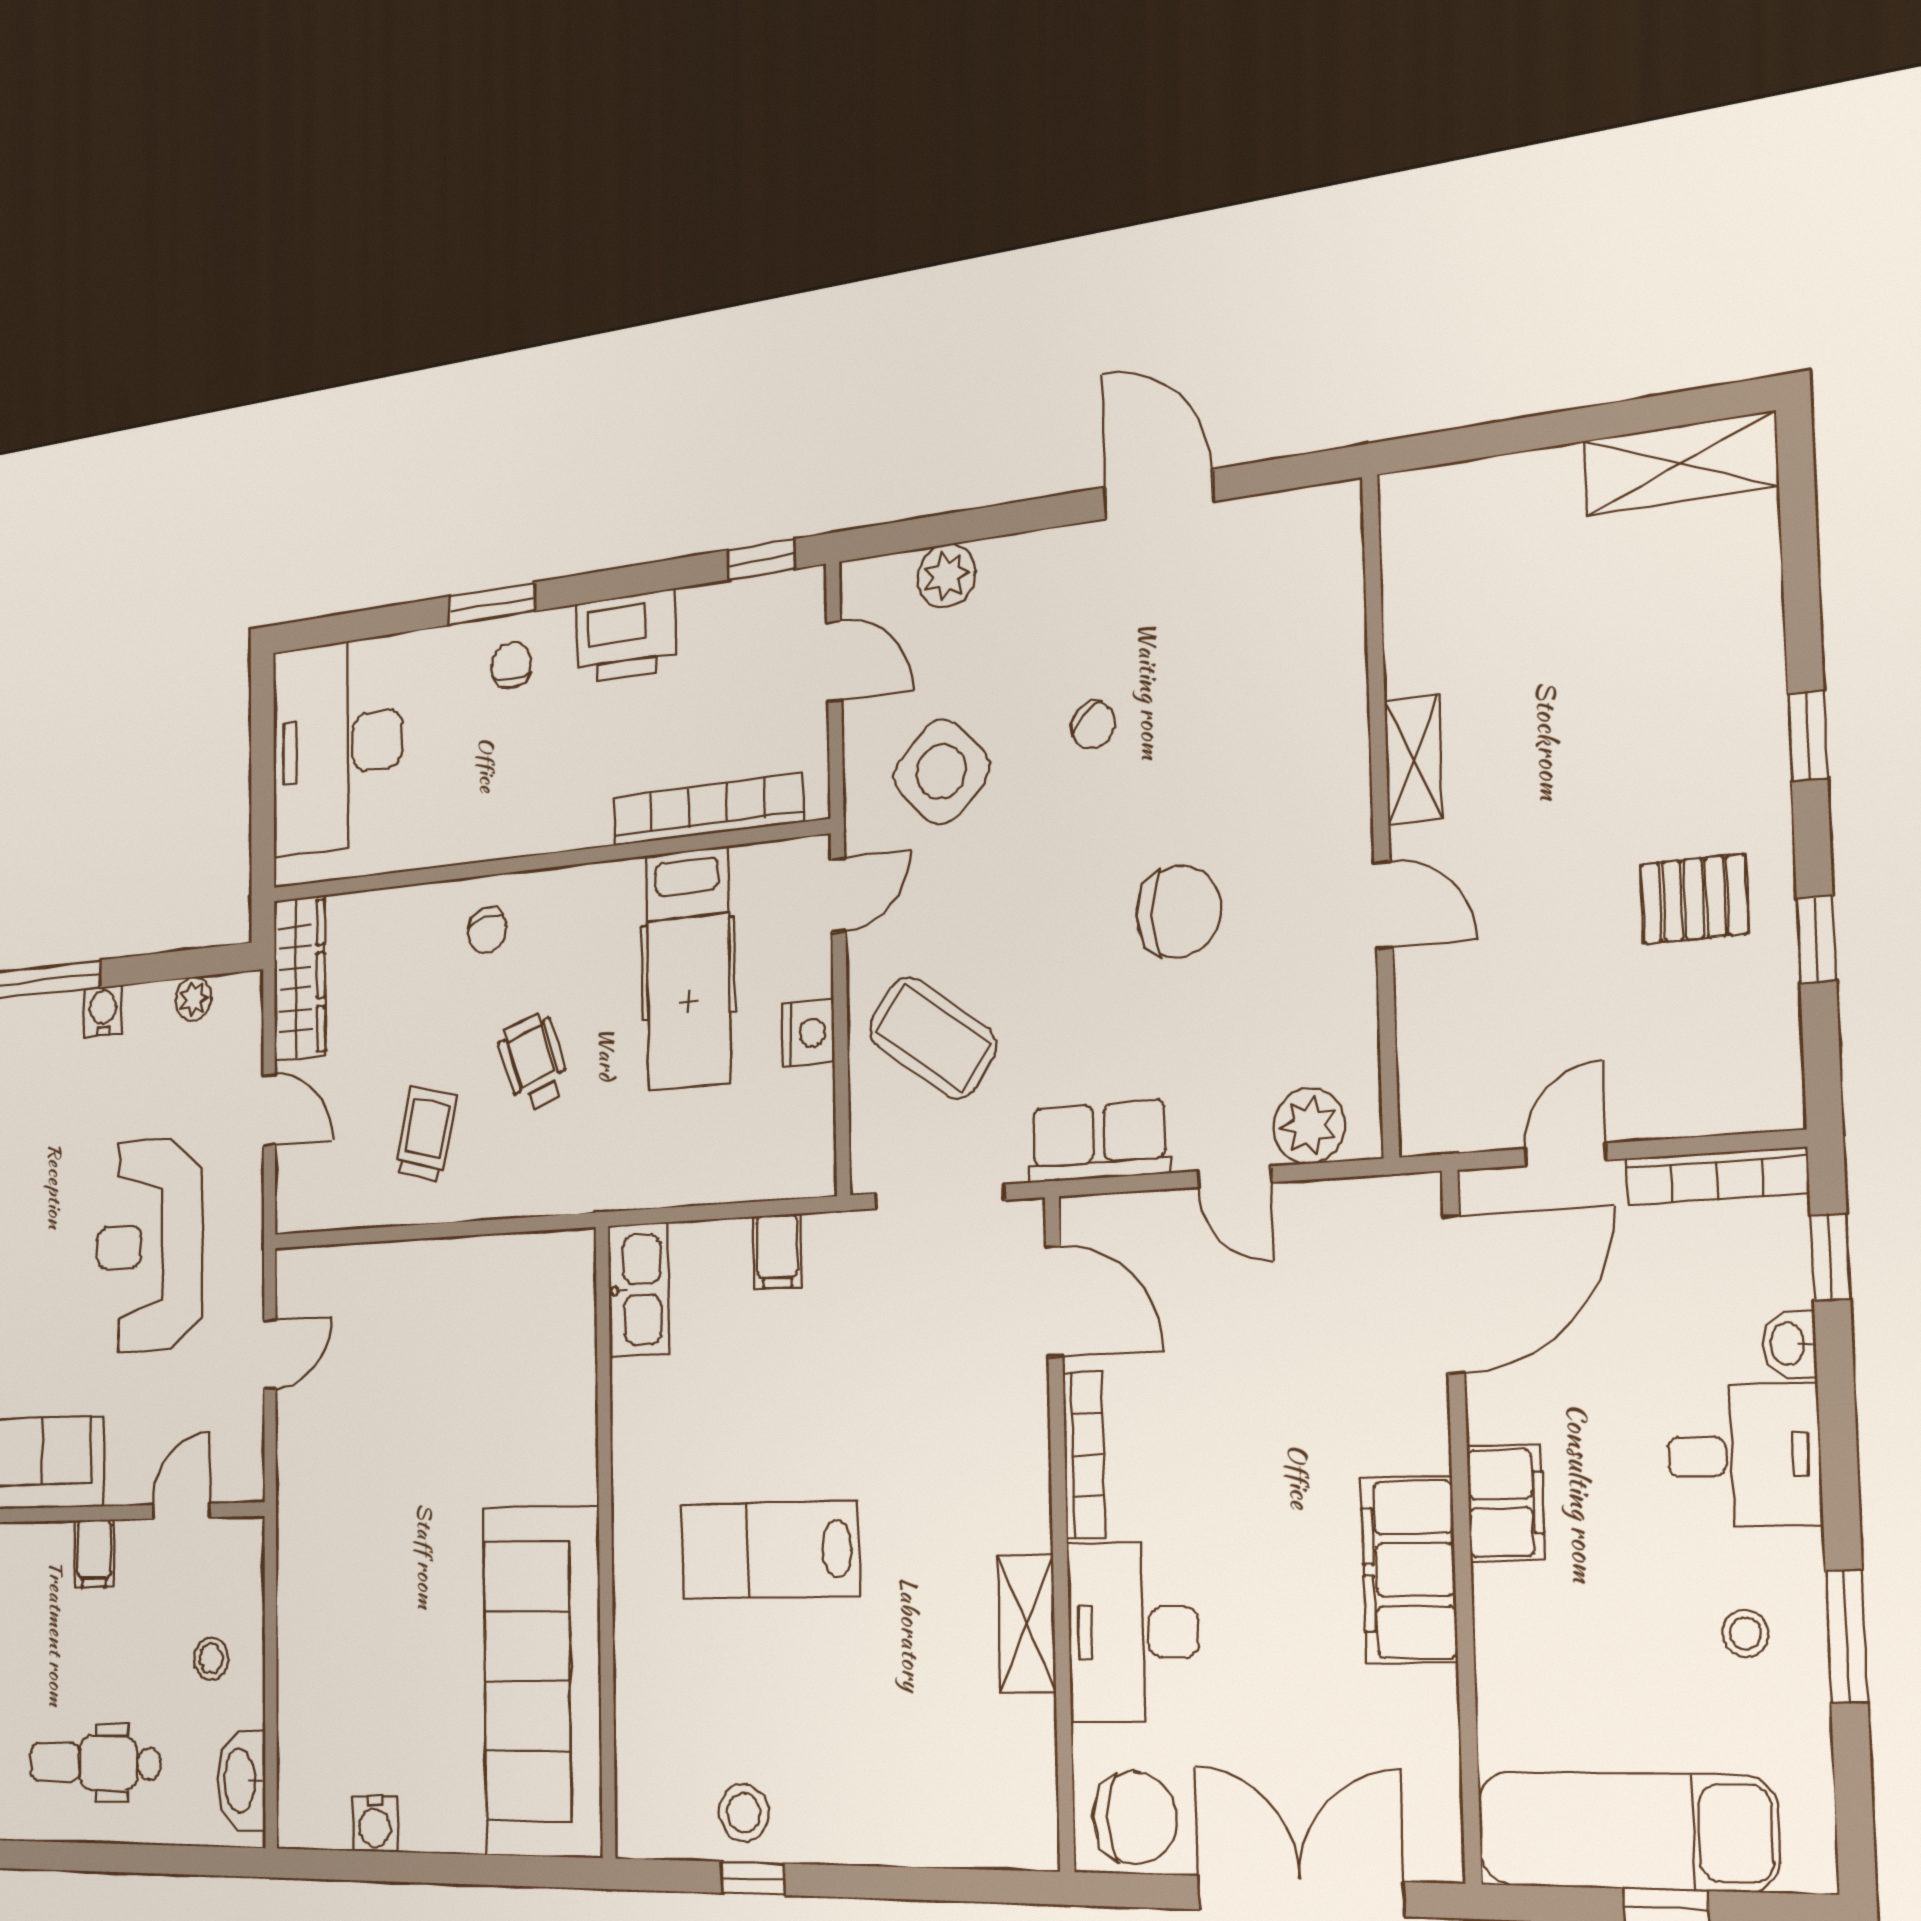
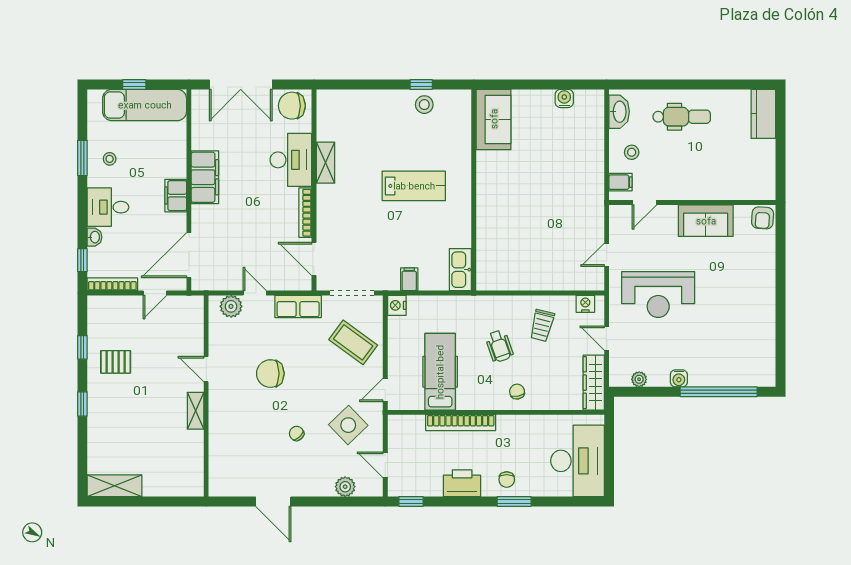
bookcase: (708, 810) -> (461, 423), moved
nightstand: (808, 1033) -> (397, 305), moved
nightstand: (320, 1207) -> (585, 304), added
reception desk: (150, 1245) -> (658, 295), turned 90
filing cabinet: (94, 1554) -> (621, 182), moved, turned 90
sofa: (542, 1681) -> (494, 119), width x0.54, depth x0.79

